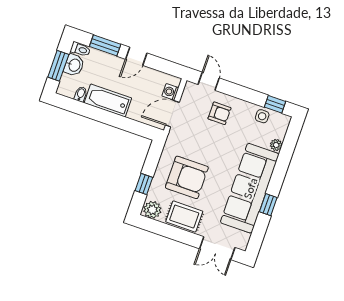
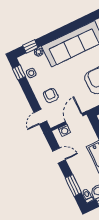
door: (136, 56) -> (59, 156), moved
door: (172, 114) -> (74, 119), swing flipped
window: (268, 205) -> (30, 47), moved

